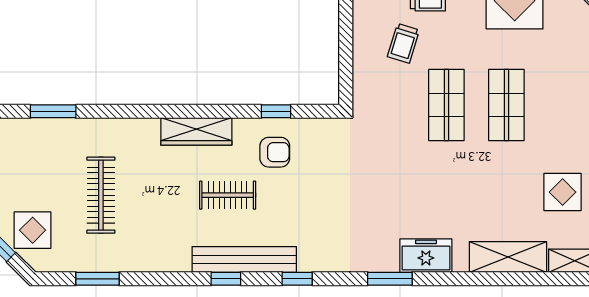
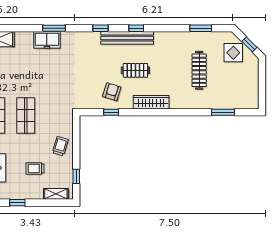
trolley: (403, 43) -> (60, 146), moved
armchair: (275, 152) -> (112, 92), turned 107
freezer: (426, 256) -> (47, 40), moved

